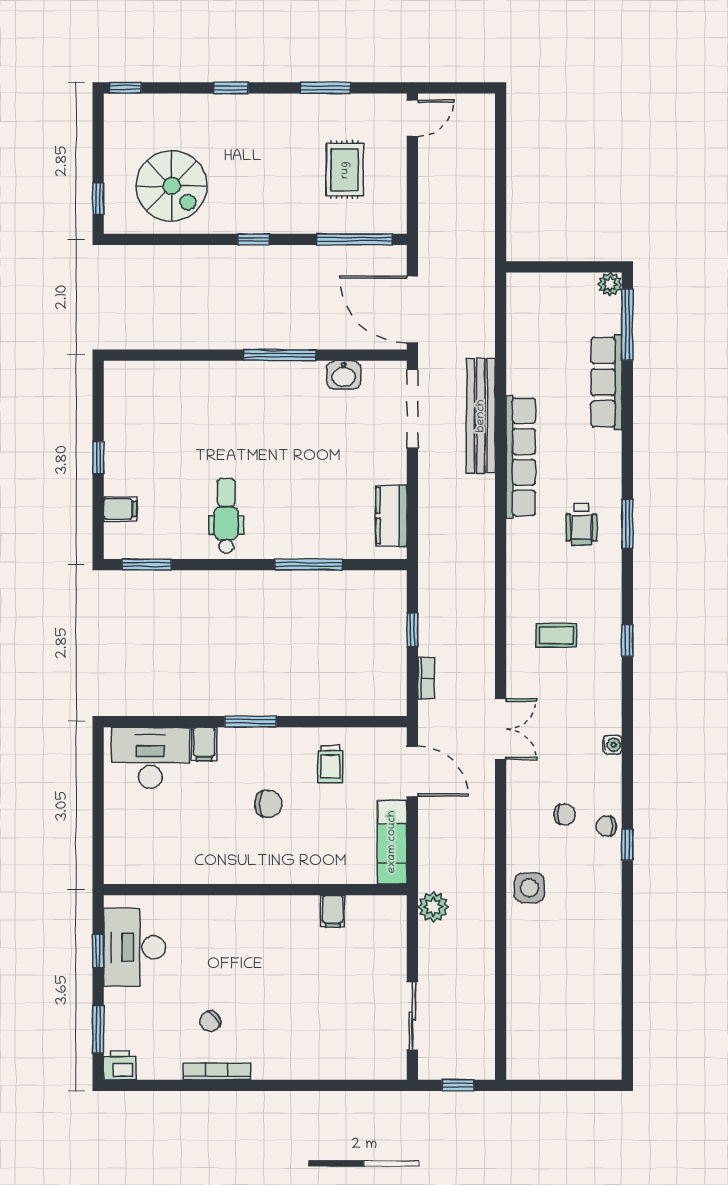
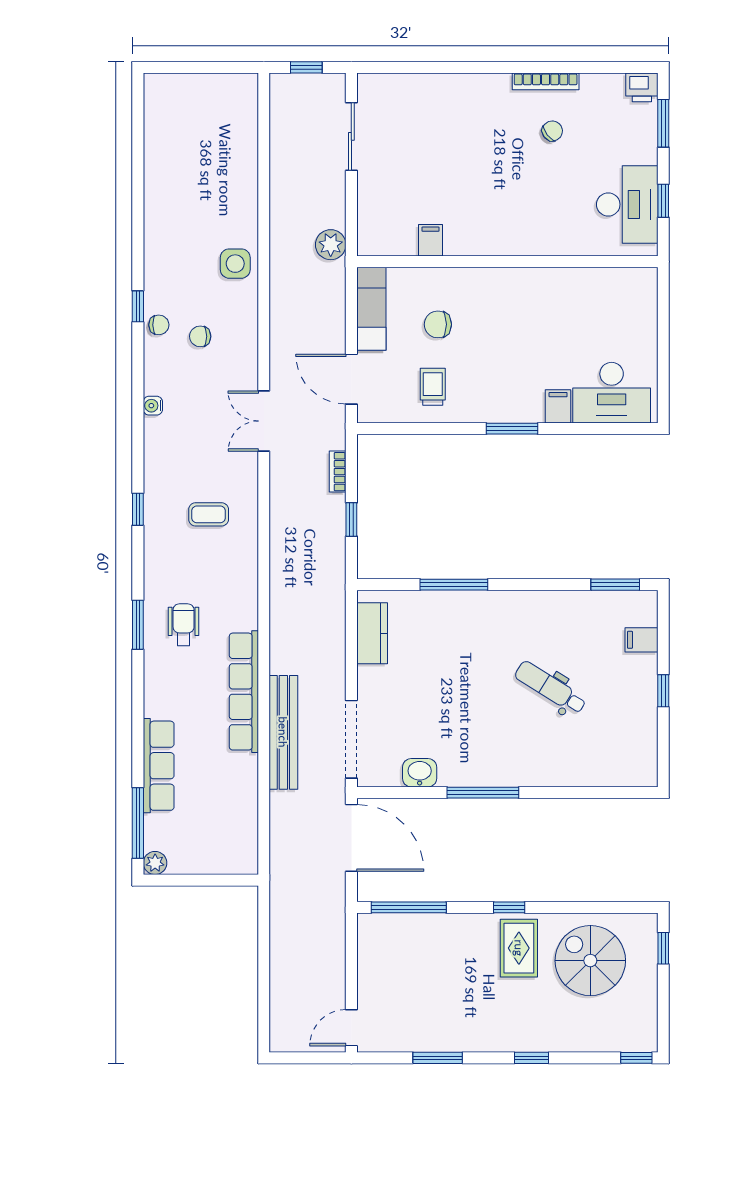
rug: (345, 170) -> (519, 948), moved
dental chair: (226, 516) -> (551, 688), moved, turned 122
chair: (268, 804) -> (438, 324), moved

